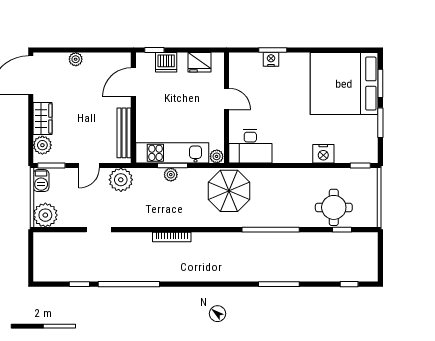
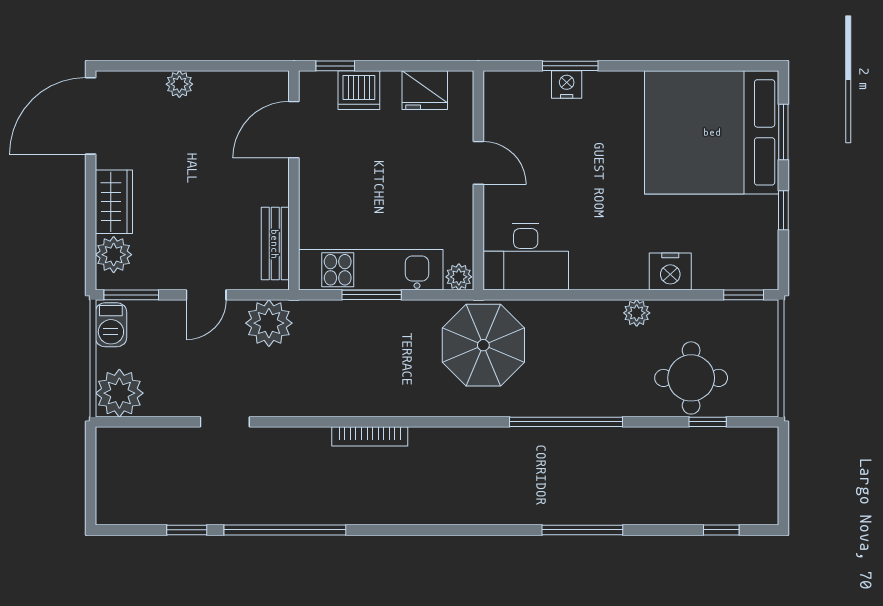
window: (380, 123) -> (783, 210), width x0.67
bench: (124, 133) -> (275, 244), width x0.73
plant: (171, 175) -> (637, 313), moved

